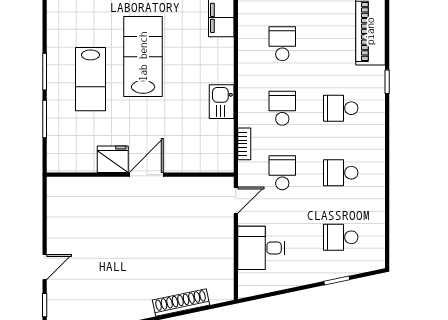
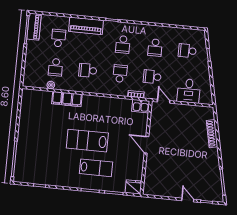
kitchen sink: (222, 102) -> (141, 106), moved
school desk: (282, 108) -> (120, 74), turned 90
fridge: (113, 159) -> (134, 187), moved, turned 90
school desk: (341, 237) -> (187, 51), turned 90

